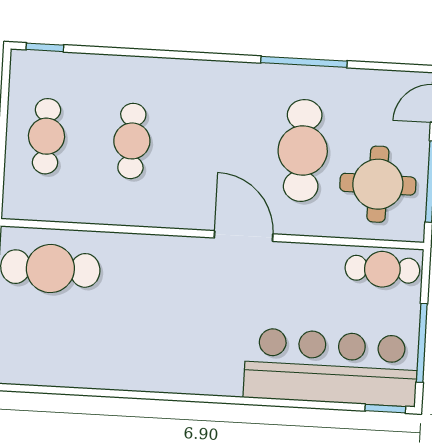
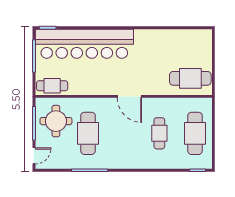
cafe table: (46, 136) -> (195, 133), width x1.37, depth x1.35
door: (244, 236) -> (129, 96), moved
bar counter: (331, 367) -> (84, 44), width x1.36

